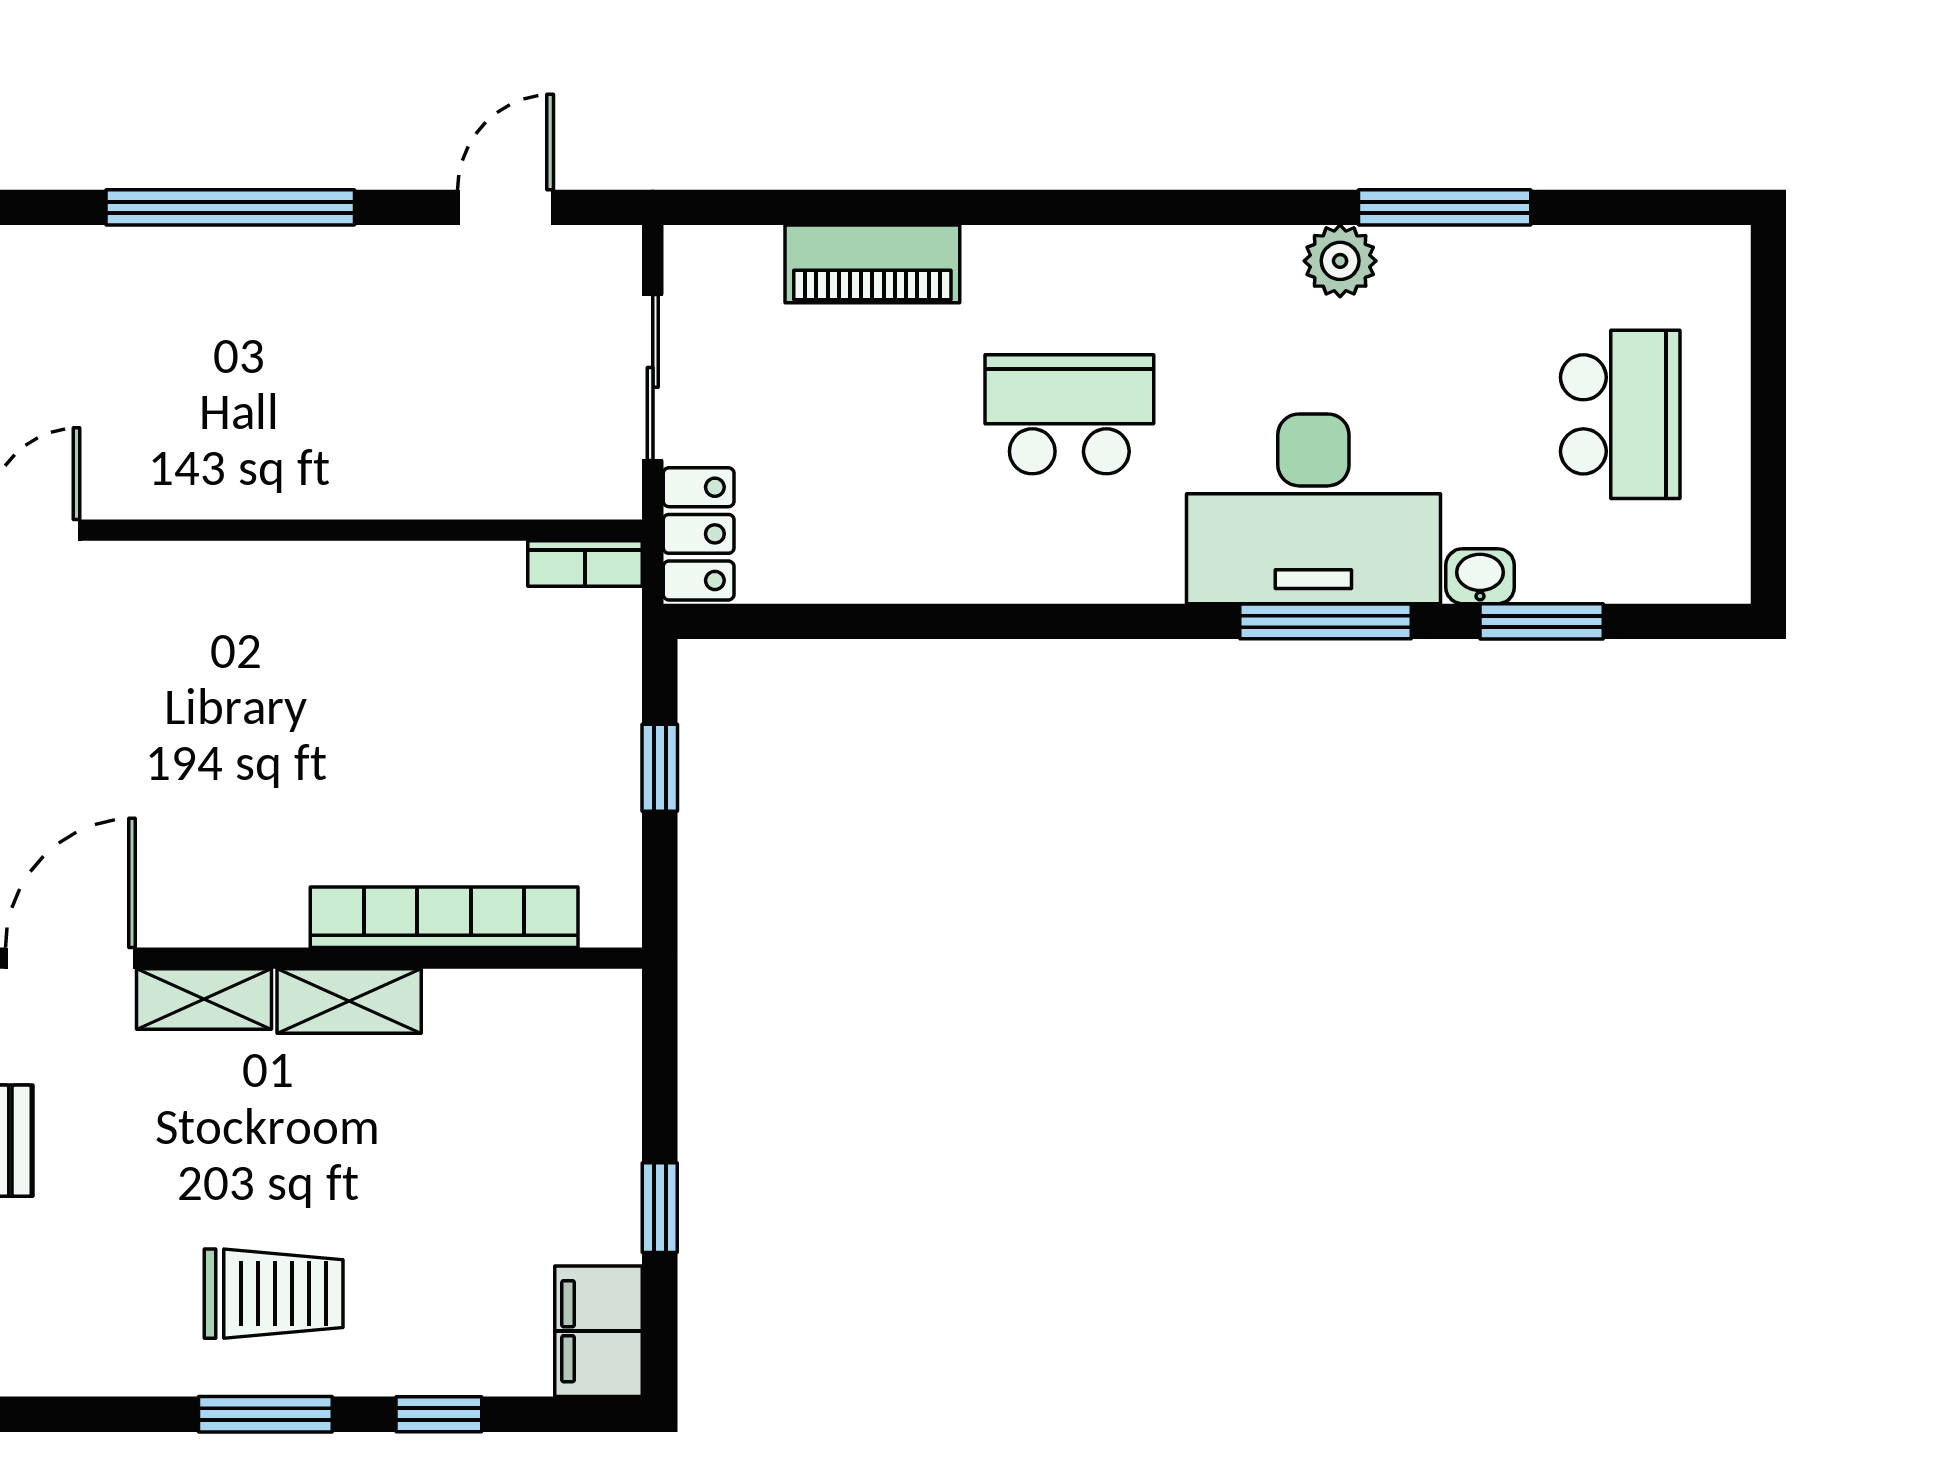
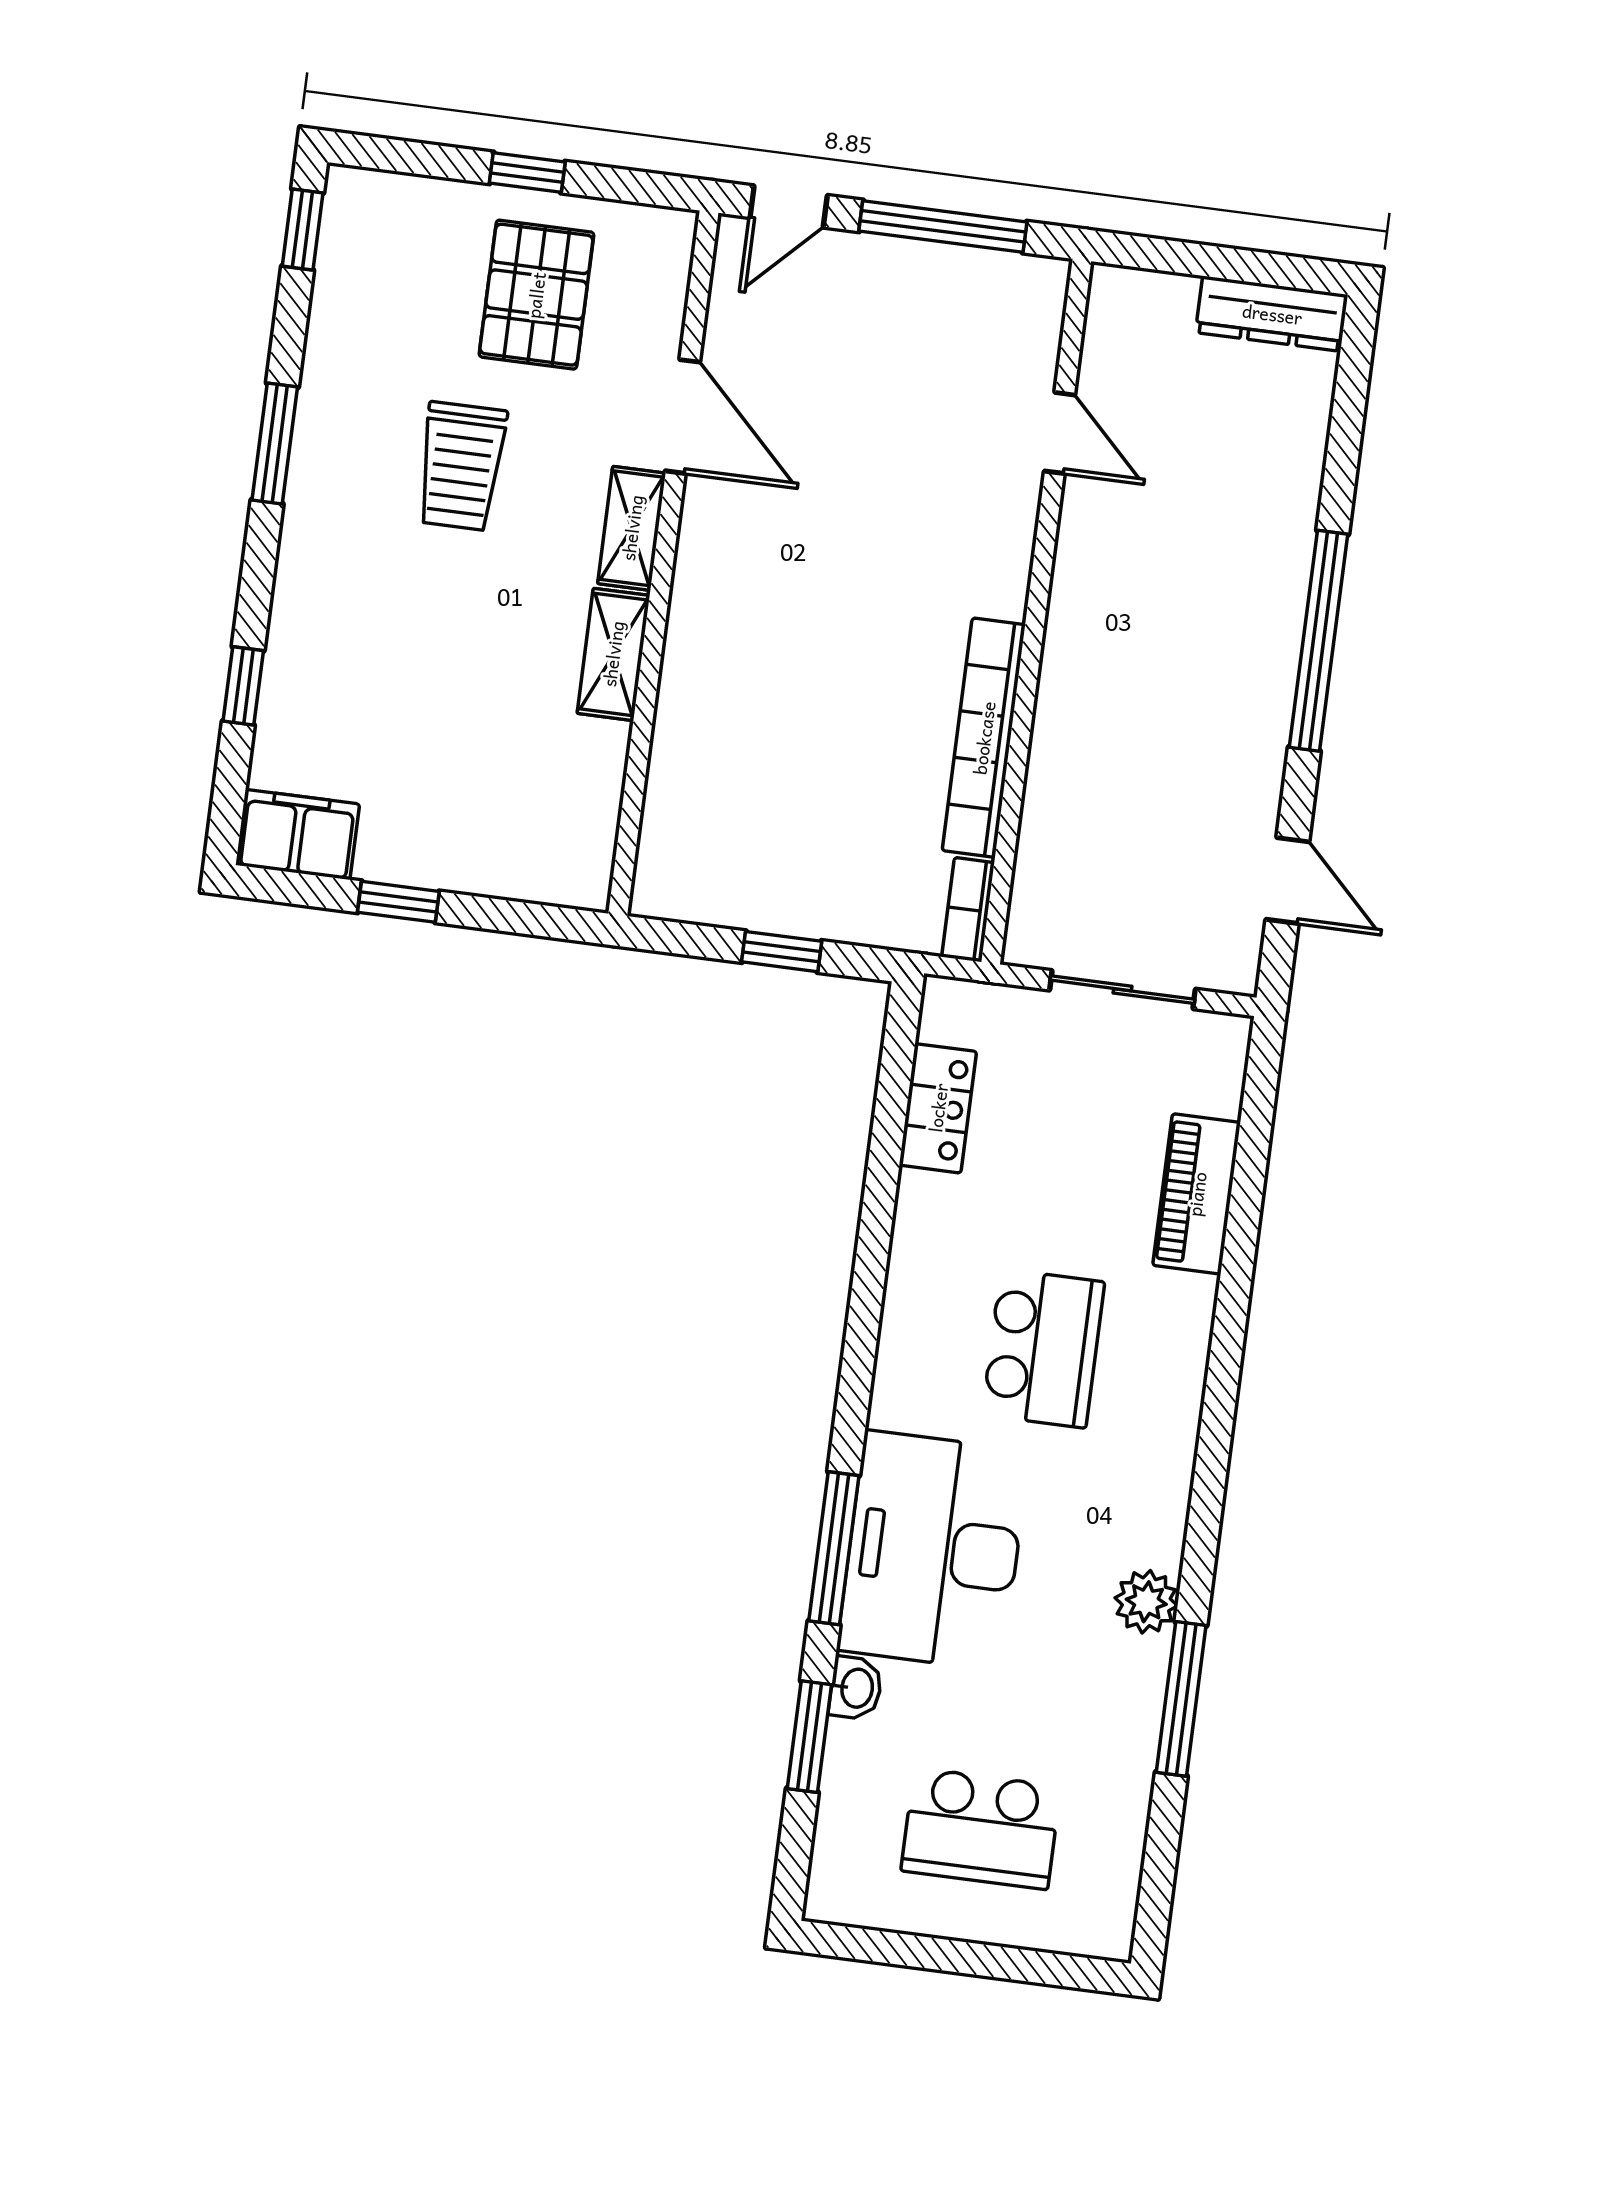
locker: (699, 534) -> (938, 1108), moved, turned -90
bookcase: (444, 917) -> (984, 738), moved, turned 180
trolley: (274, 1294) -> (461, 466), moved
window: (265, 1414) -> (275, 443), moved

